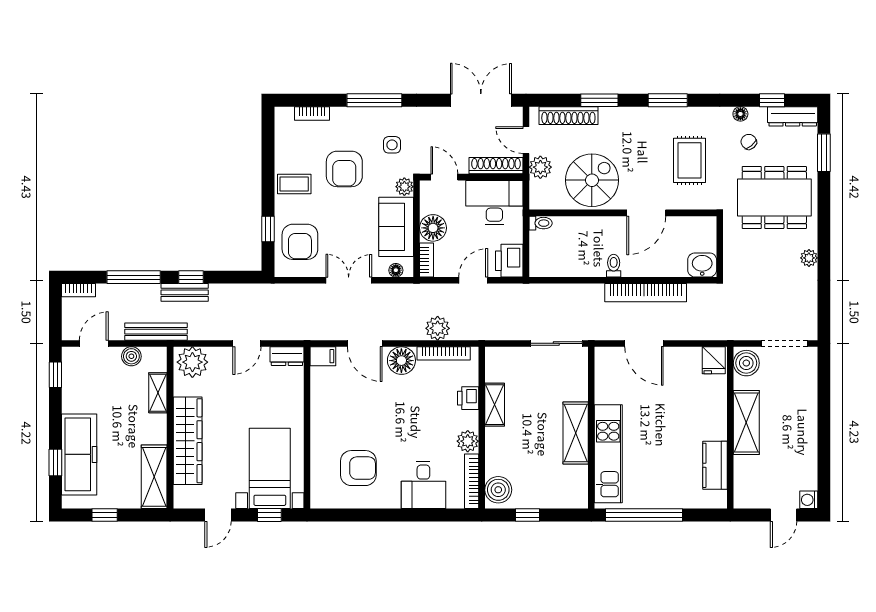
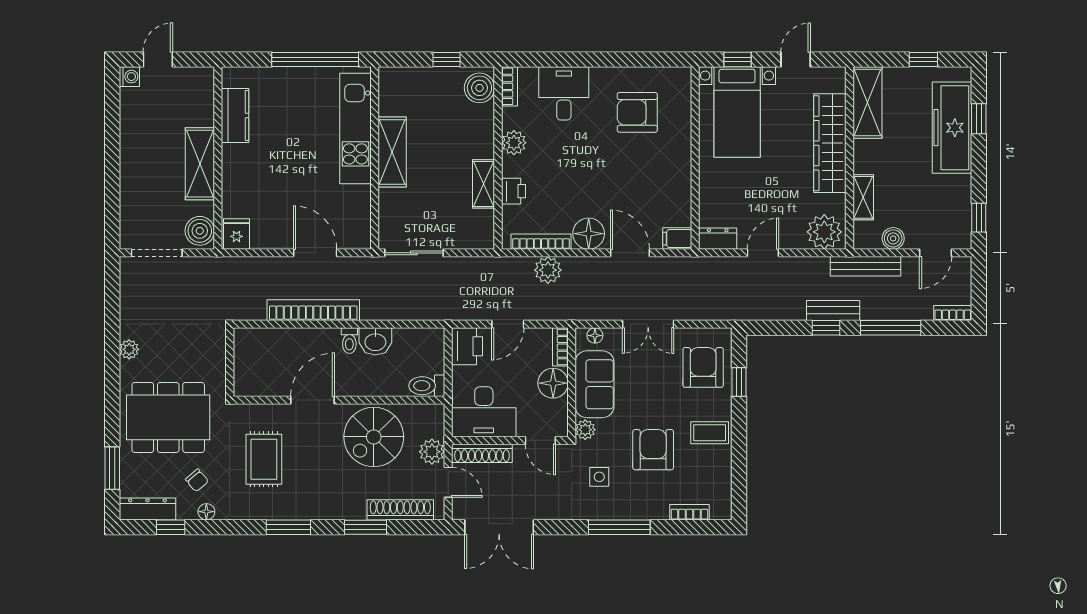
toilet: (541, 223) -> (427, 386), width x1.37, depth x1.39
washbasin: (702, 265) -> (375, 341), moved
bookcase: (472, 481) -> (510, 86), width x0.64

